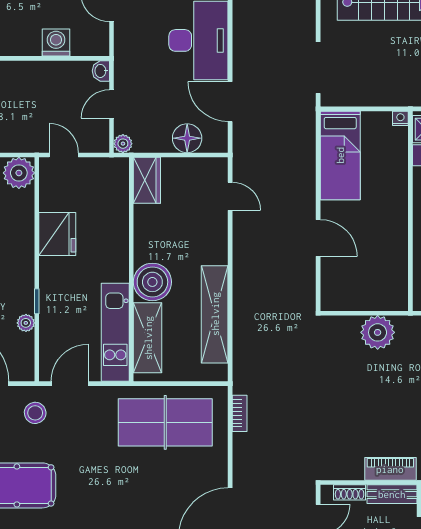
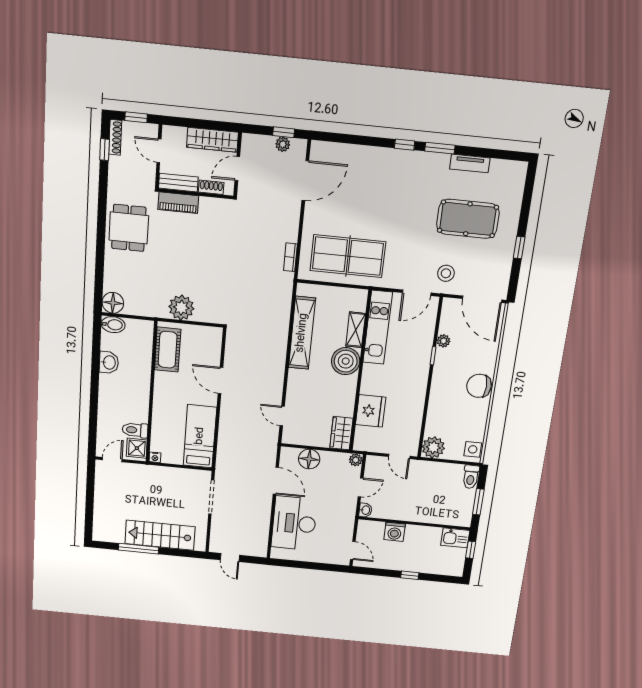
fridge: (57, 234) -> (371, 411), moved, turned 180
cot: (392, 273) -> (168, 350), added
shelving: (148, 338) -> (356, 330), width x0.67, depth x0.75

